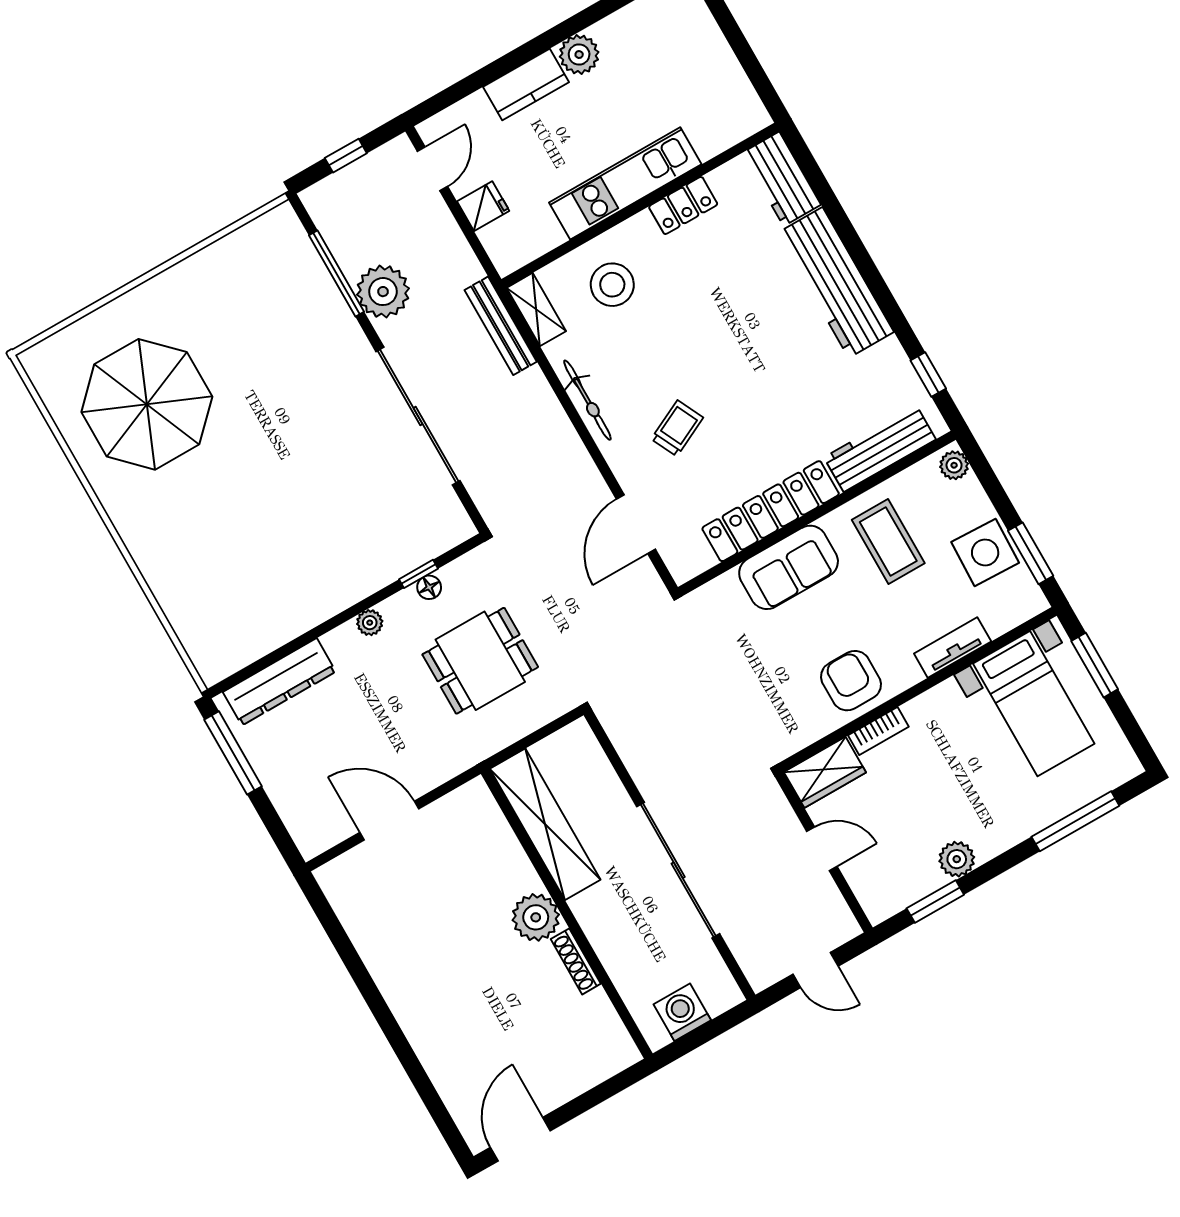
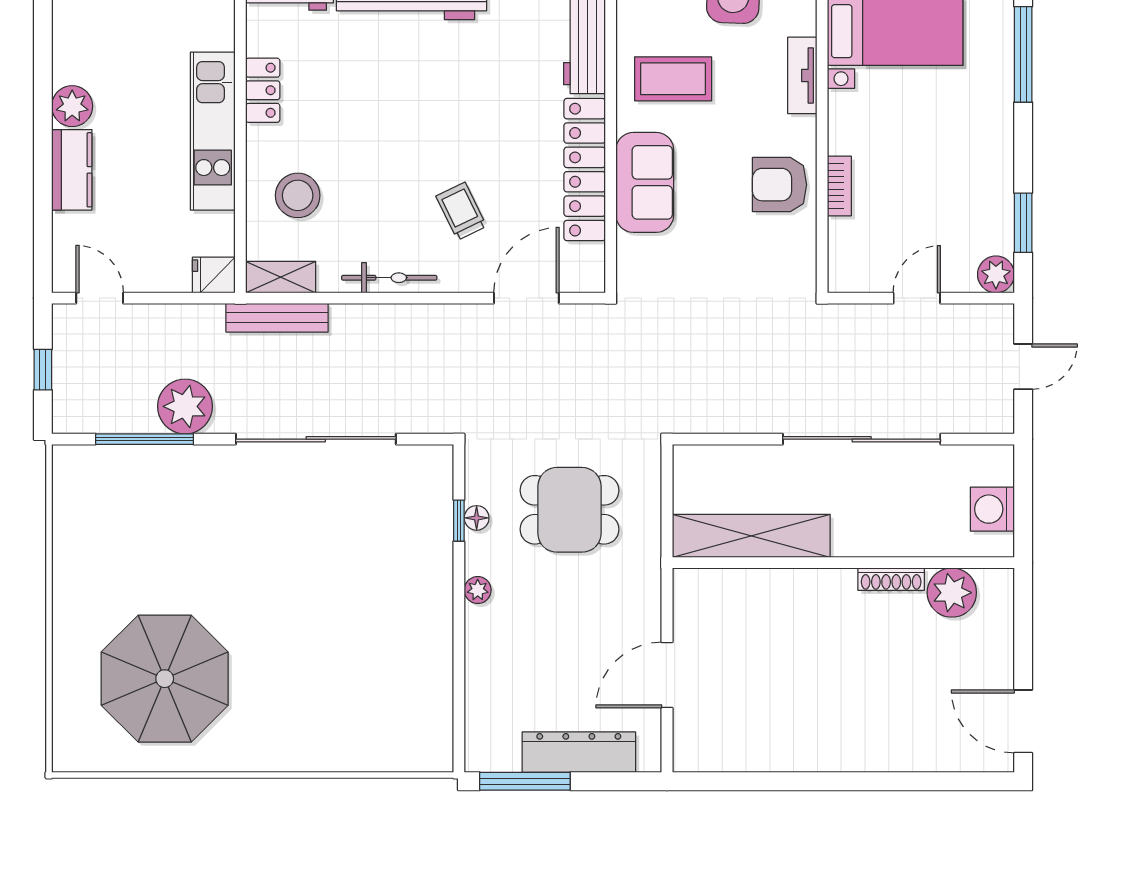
fridge: (483, 206) -> (214, 275), moved, turned -90
door: (636, 524) -> (526, 298), swing flipped
dining table: (480, 661) -> (569, 510), turned 90
dresser: (279, 682) -> (579, 752), moved, turned -90
wardrobe: (825, 772) -> (849, 256), removed
plant: (957, 859) -> (996, 274), moved
plant: (536, 917) -> (952, 593), moved

